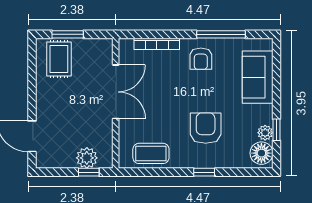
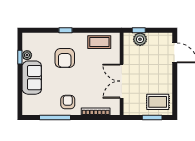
rug: (59, 59) -> (158, 102), turned 90
sofa: (258, 77) -> (32, 78), moved
floor lamp: (261, 153) -> (29, 42), removed

